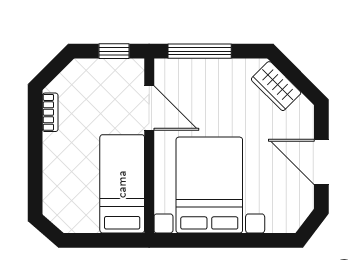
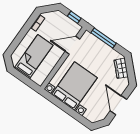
door: (149, 108) -> (72, 45), swing flipped
bed: (122, 184) -> (34, 57), moved

